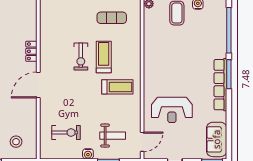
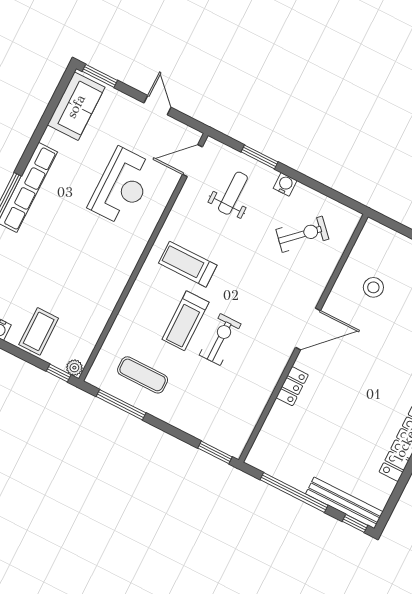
reception desk: (172, 110) -> (122, 186), turned 90
exercise bike: (66, 132) -> (302, 234), turned 137
weight bench: (113, 136) -> (233, 193), turned 90
stool: (16, 142) -> (373, 287), moved

